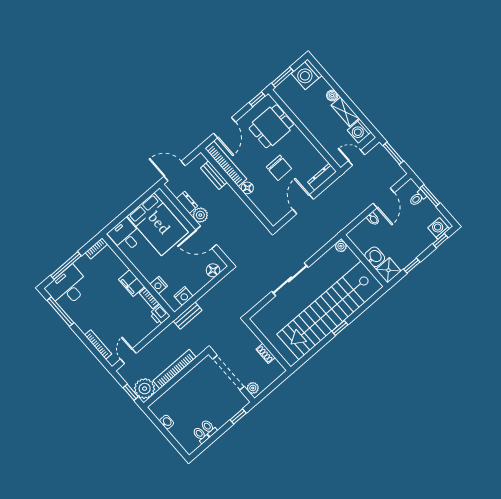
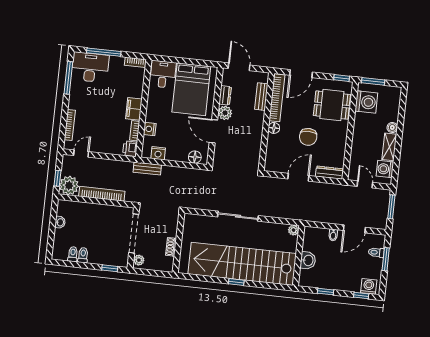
washing machine: (307, 74) -> (366, 102), moved, turned 180
shower: (388, 270) -> (307, 278), removed

